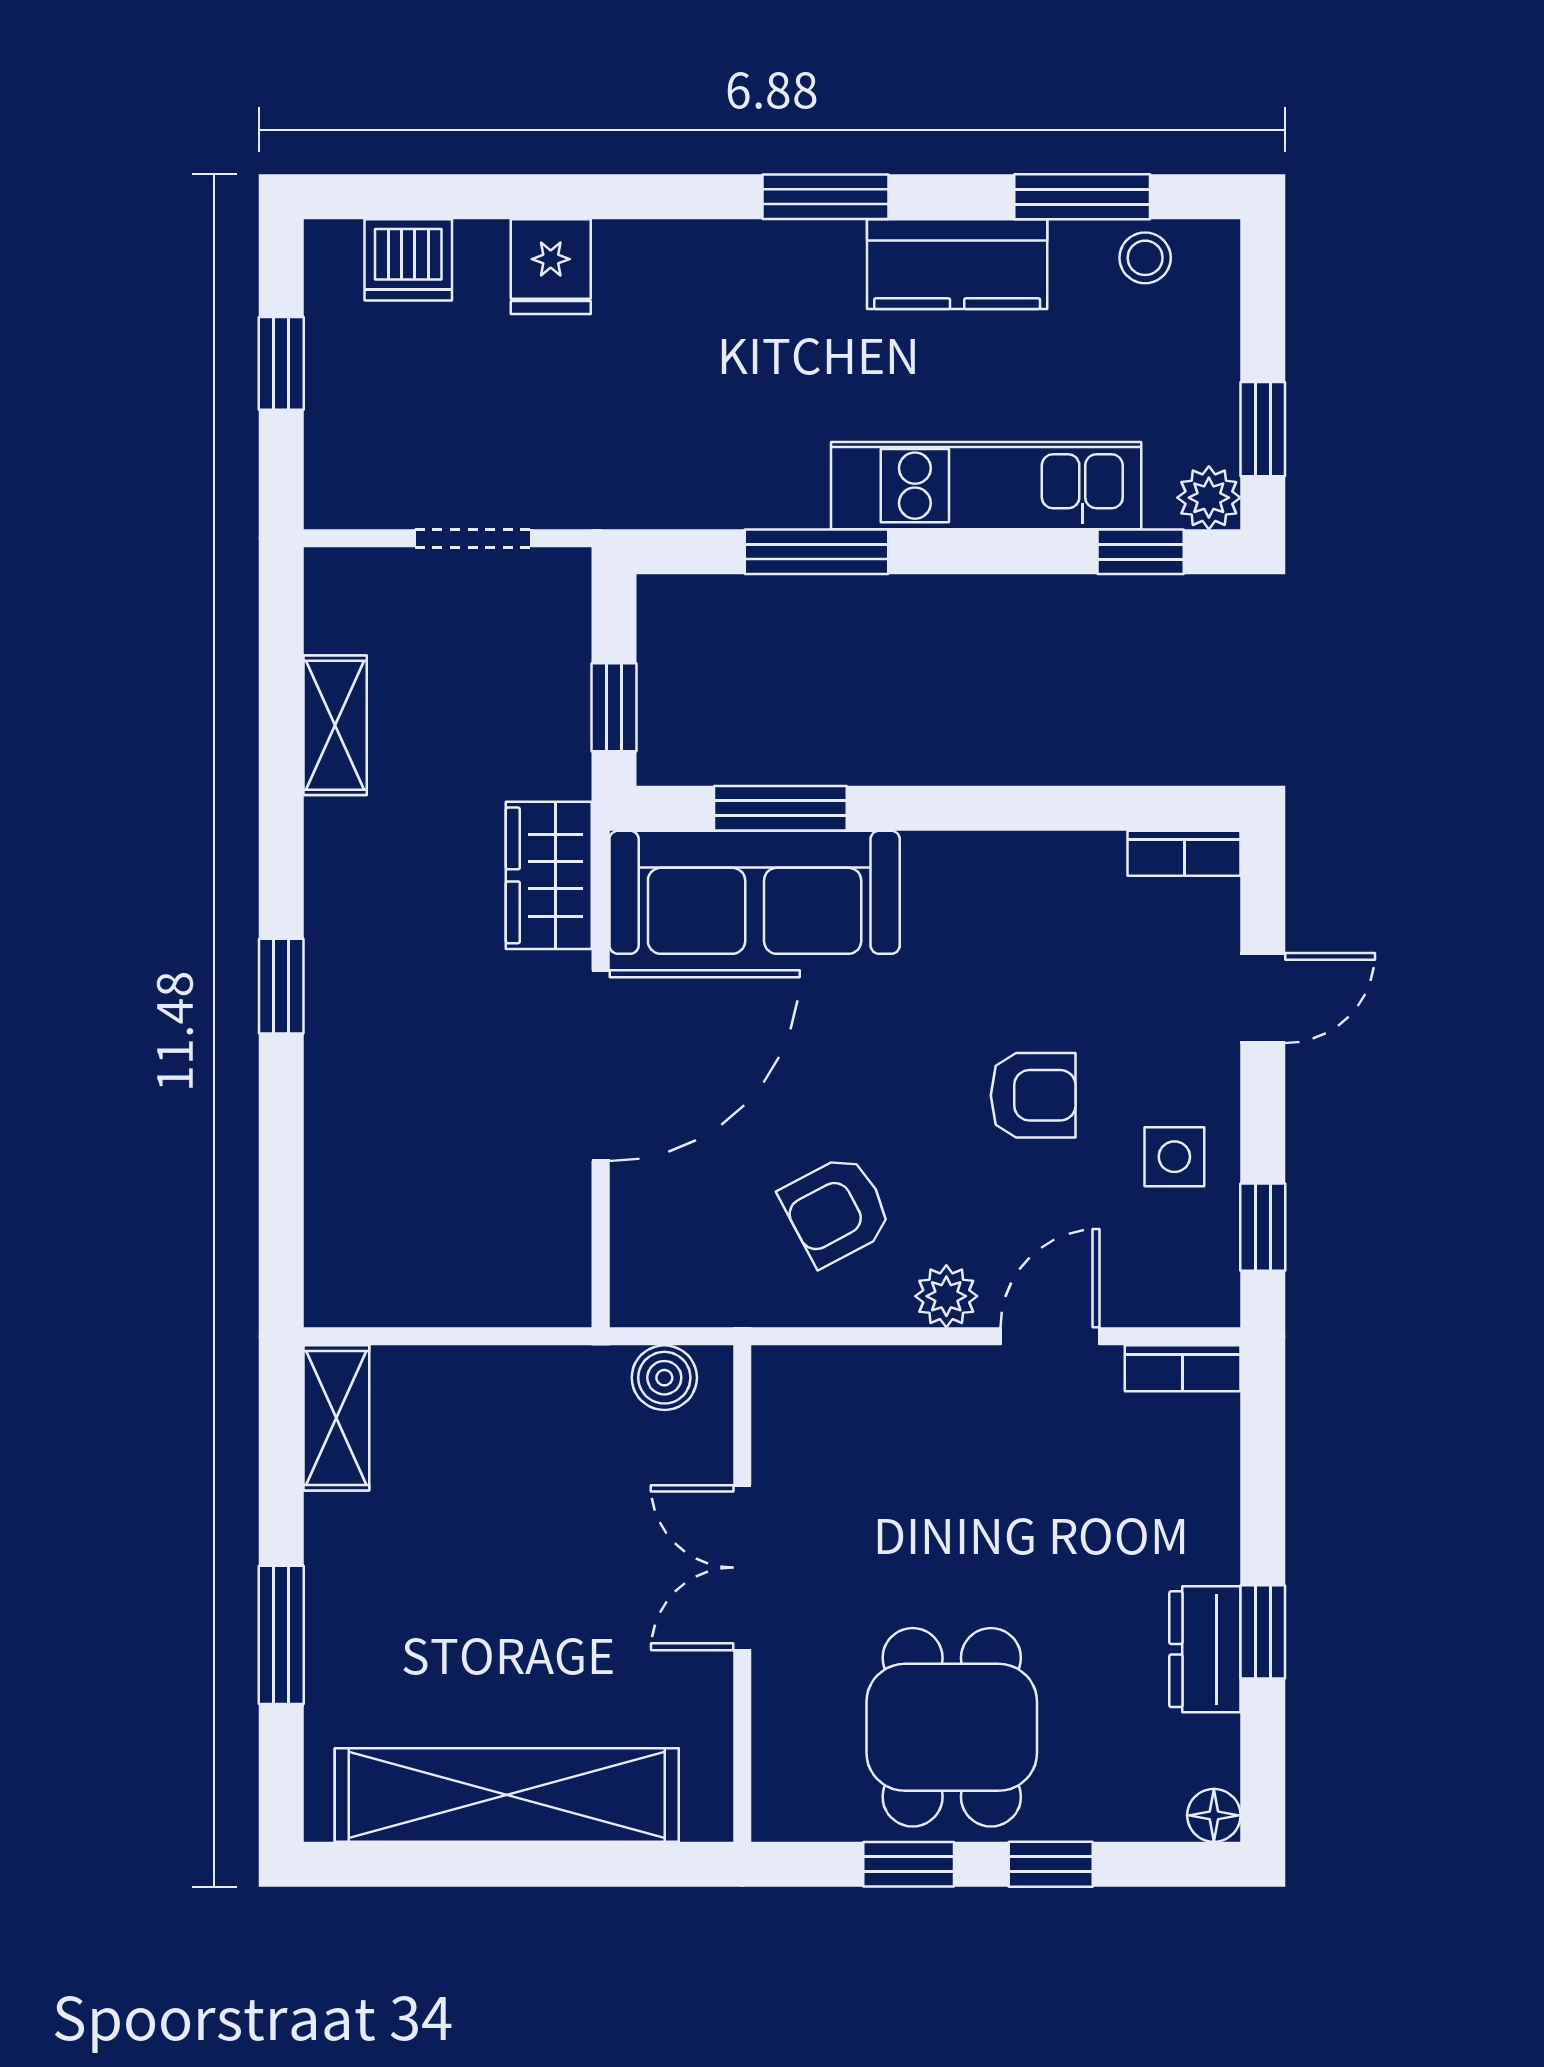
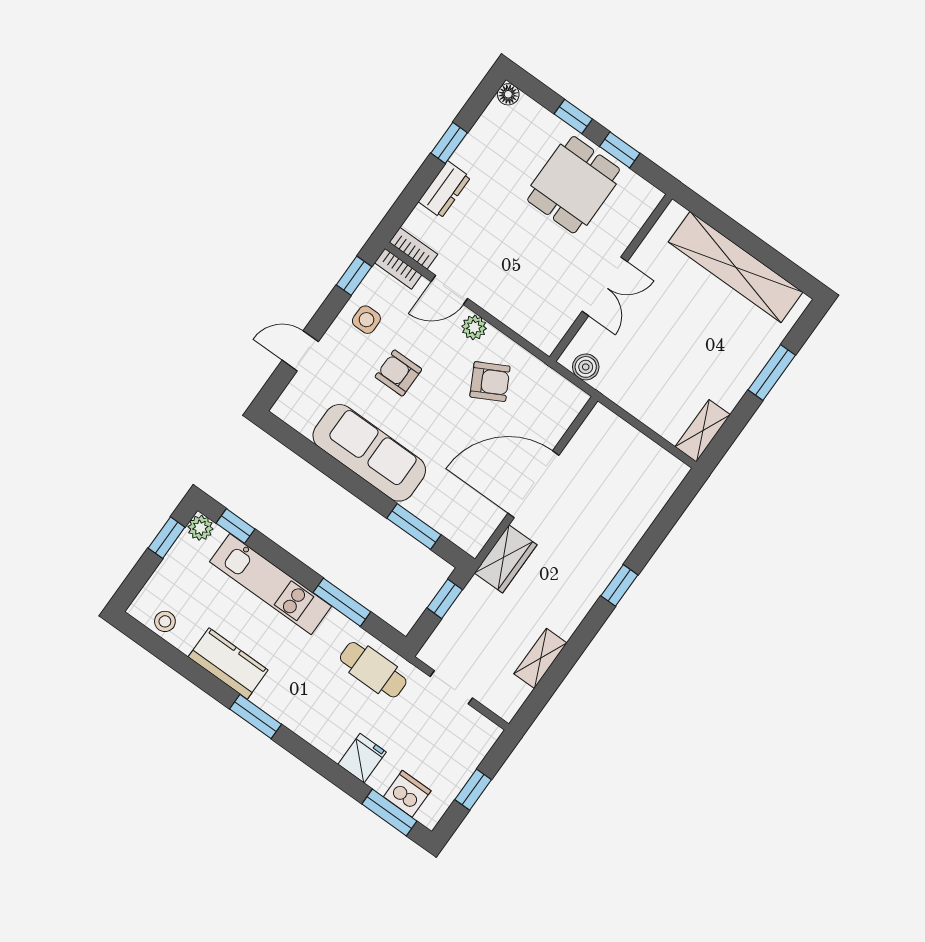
window: (1082, 197) -> (389, 812), moved
cafe table: (656, 461) -> (373, 670), added
bookcase: (1184, 853) -> (398, 269), moved, turned 180
sofa: (755, 892) -> (369, 453), moved
dresser: (1205, 1649) -> (444, 189), moved

